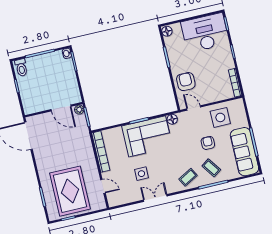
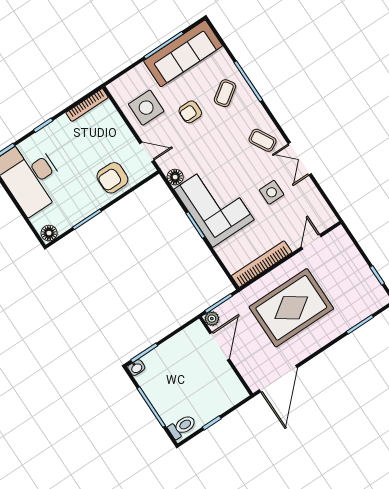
door: (194, 108) -> (147, 152), swing flipped
coffee table: (188, 177) -> (262, 140), moved
rug: (70, 191) -> (291, 308), moved

